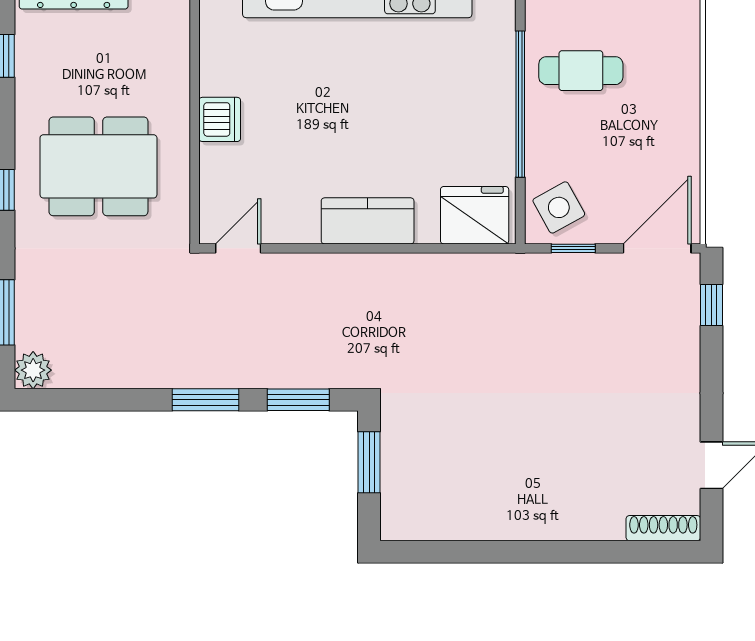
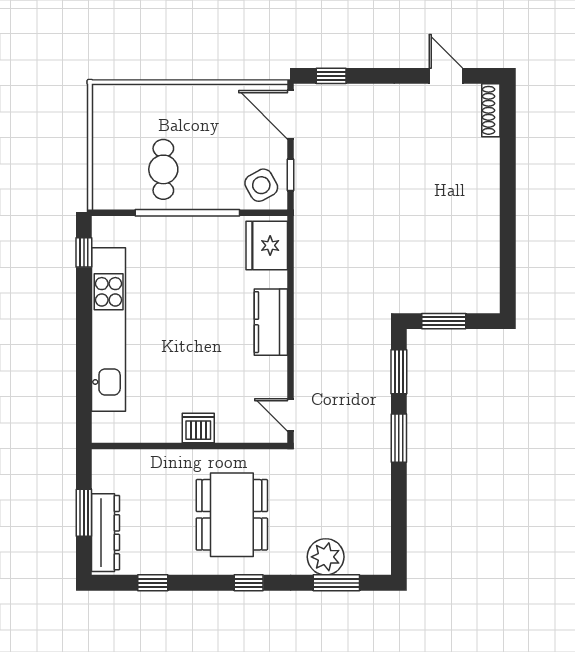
plant: (33, 370) -> (326, 557), moved, width x1.36, depth x1.36

